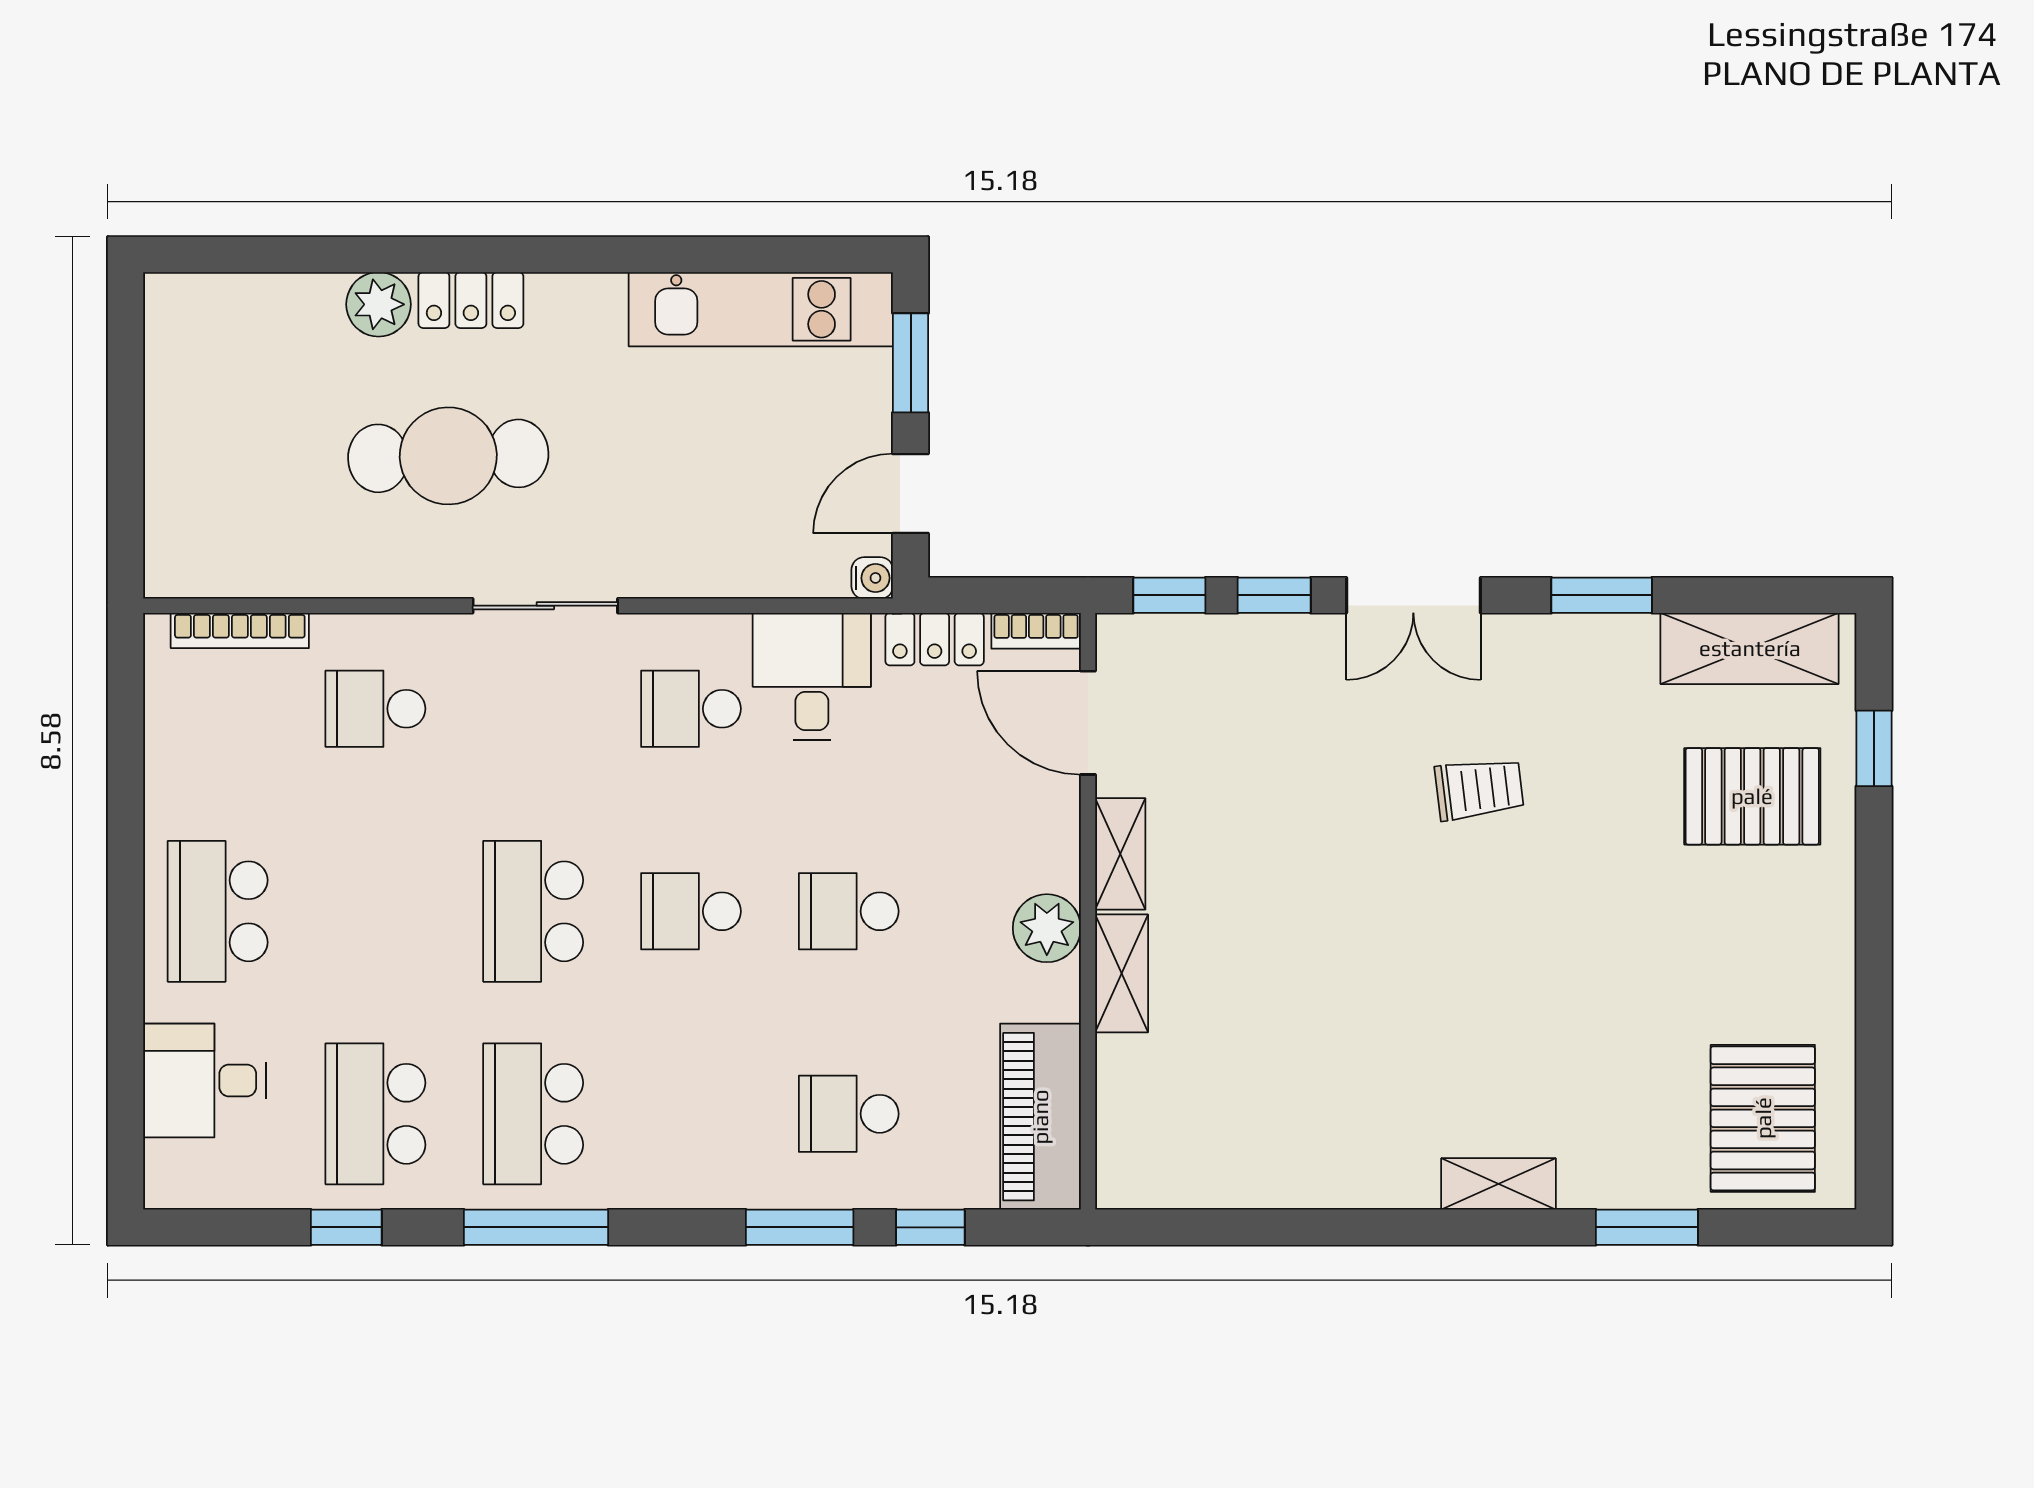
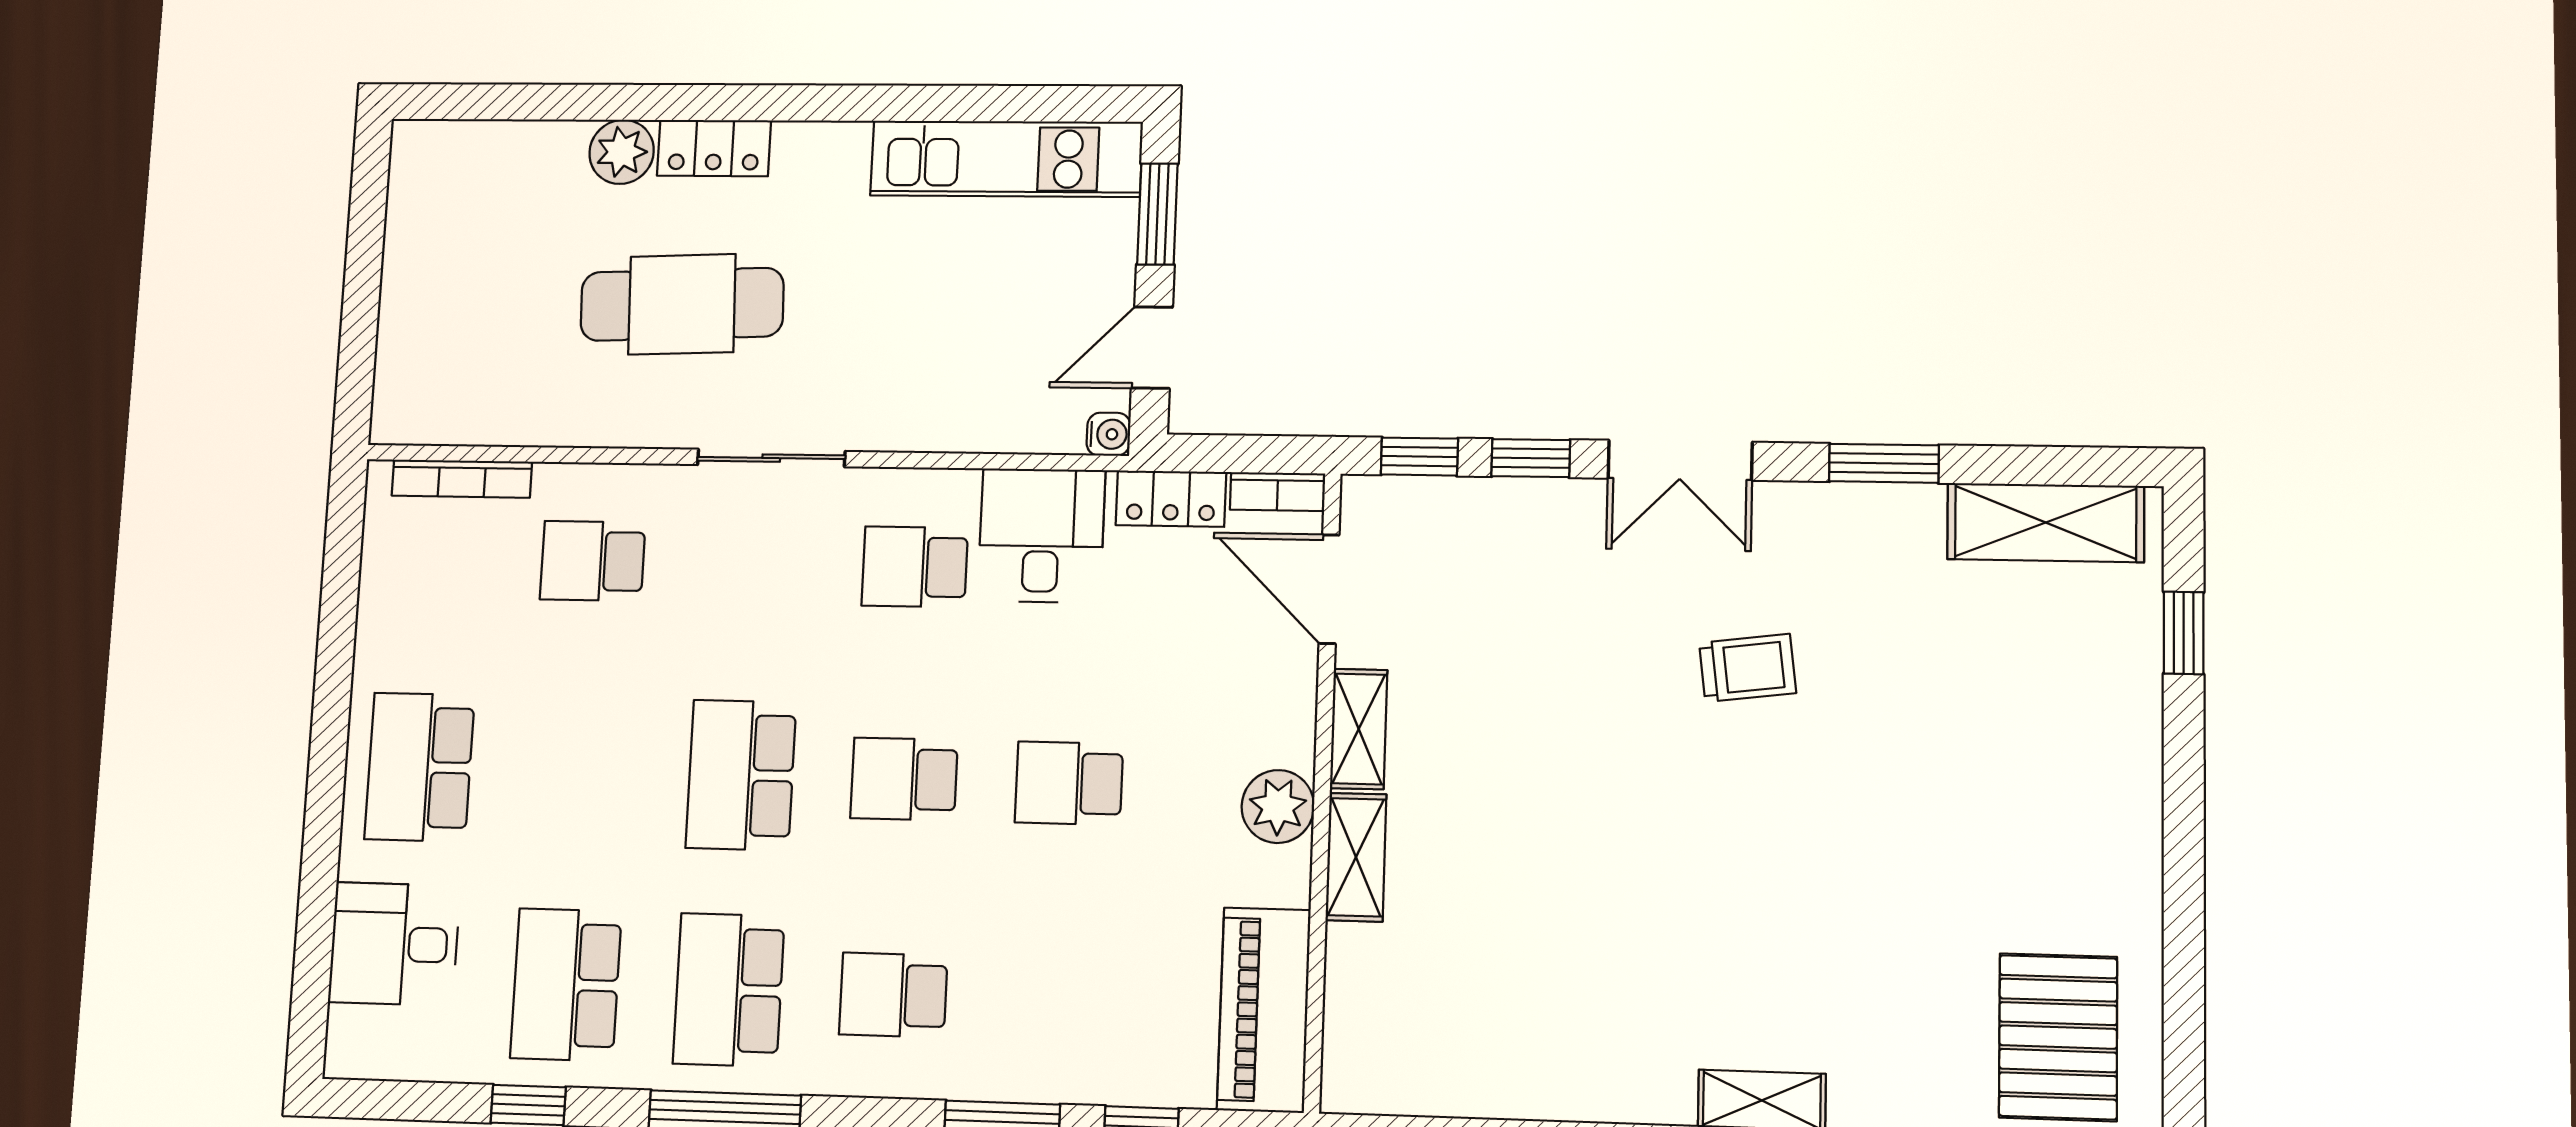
pallet: (1752, 796) -> (2048, 682), removed
school desk: (849, 1114) -> (893, 995), moved

